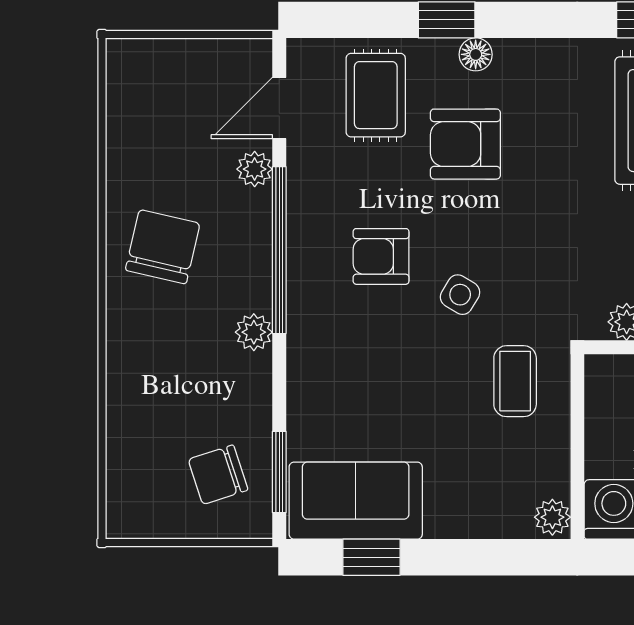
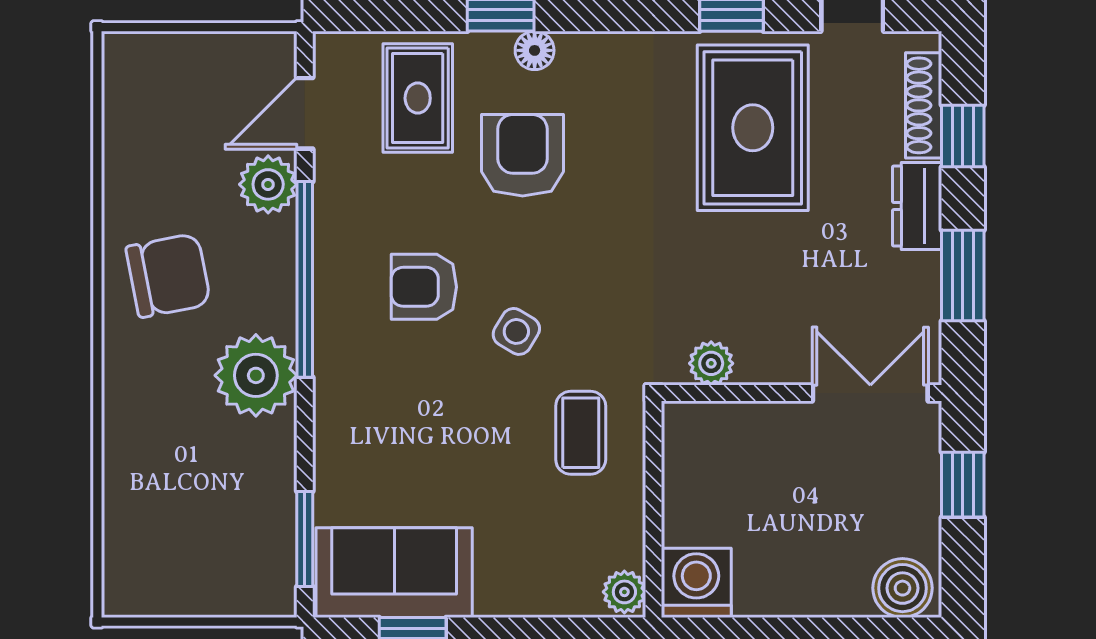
armchair: (465, 144) -> (523, 155), turned 90
plant: (255, 169) -> (268, 184), width x1.38, depth x1.38
chair: (163, 247) -> (168, 275), turned 66
plant: (254, 332) -> (256, 375), width x1.88, depth x1.88
chair: (218, 475) -> (233, 542), removed

